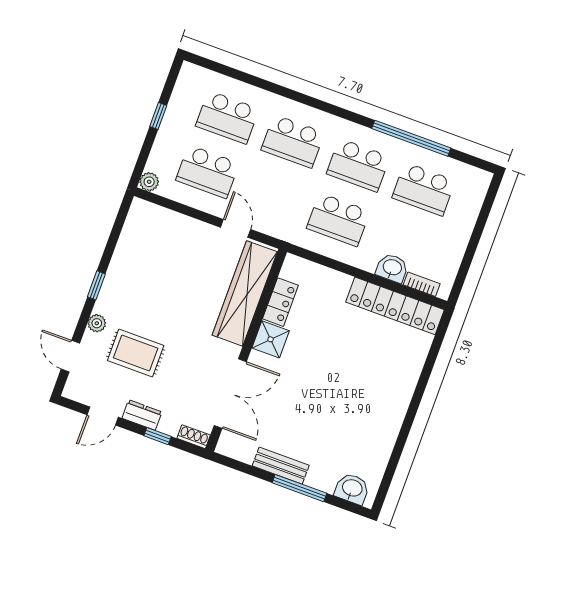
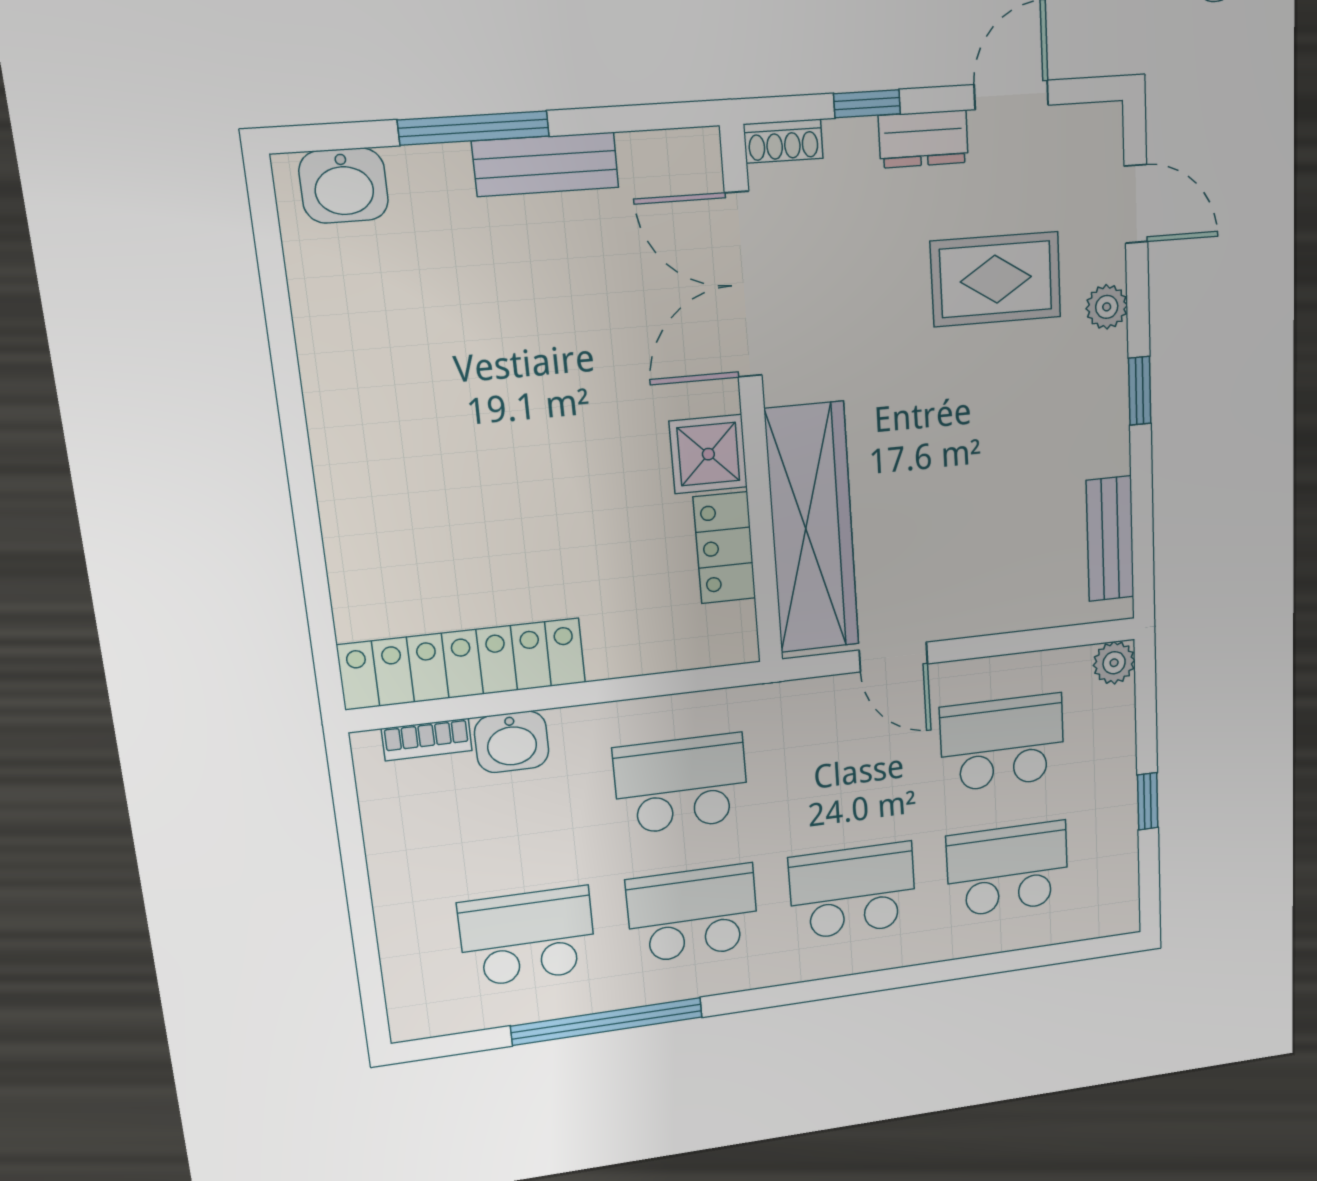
bench: (131, 233) -> (1110, 539), added

